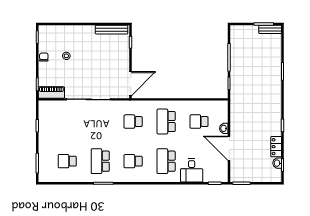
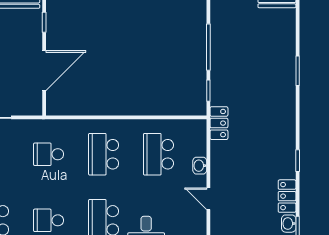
door: (131, 84) -> (44, 71), moved
locker: (235, 103) -> (219, 123), added
school desk: (199, 122) -> (159, 154), width x1.85
door: (229, 148) -> (208, 199), width x0.53

